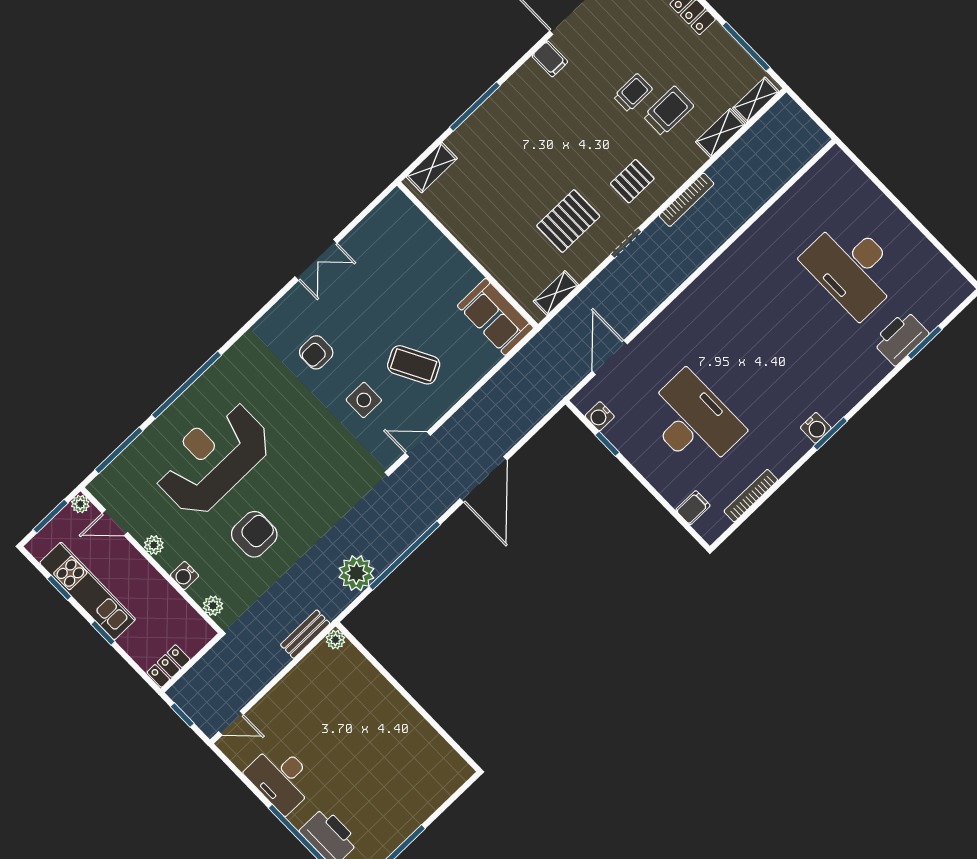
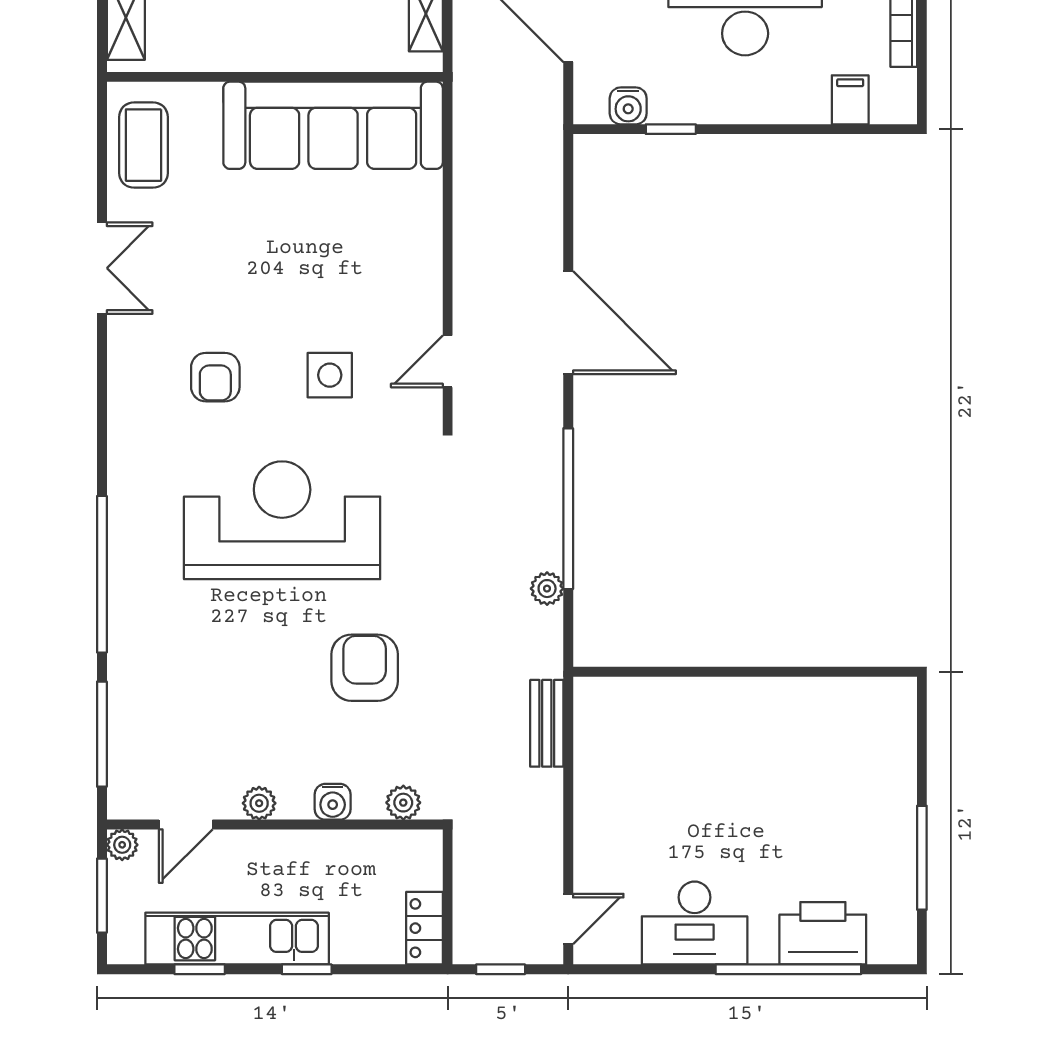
sofa: (495, 317) -> (333, 125), width x1.85, depth x1.27
coffee table: (414, 365) -> (143, 145), moved, turned -62
reception desk: (213, 458) -> (282, 520), moved, turned 90
plant: (356, 573) -> (547, 589), width x0.53, depth x0.53
plant: (335, 640) -> (589, 693), removed

